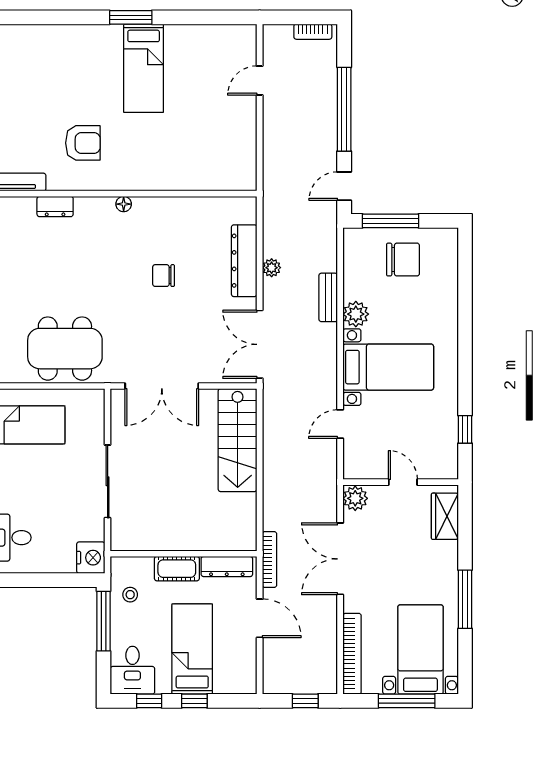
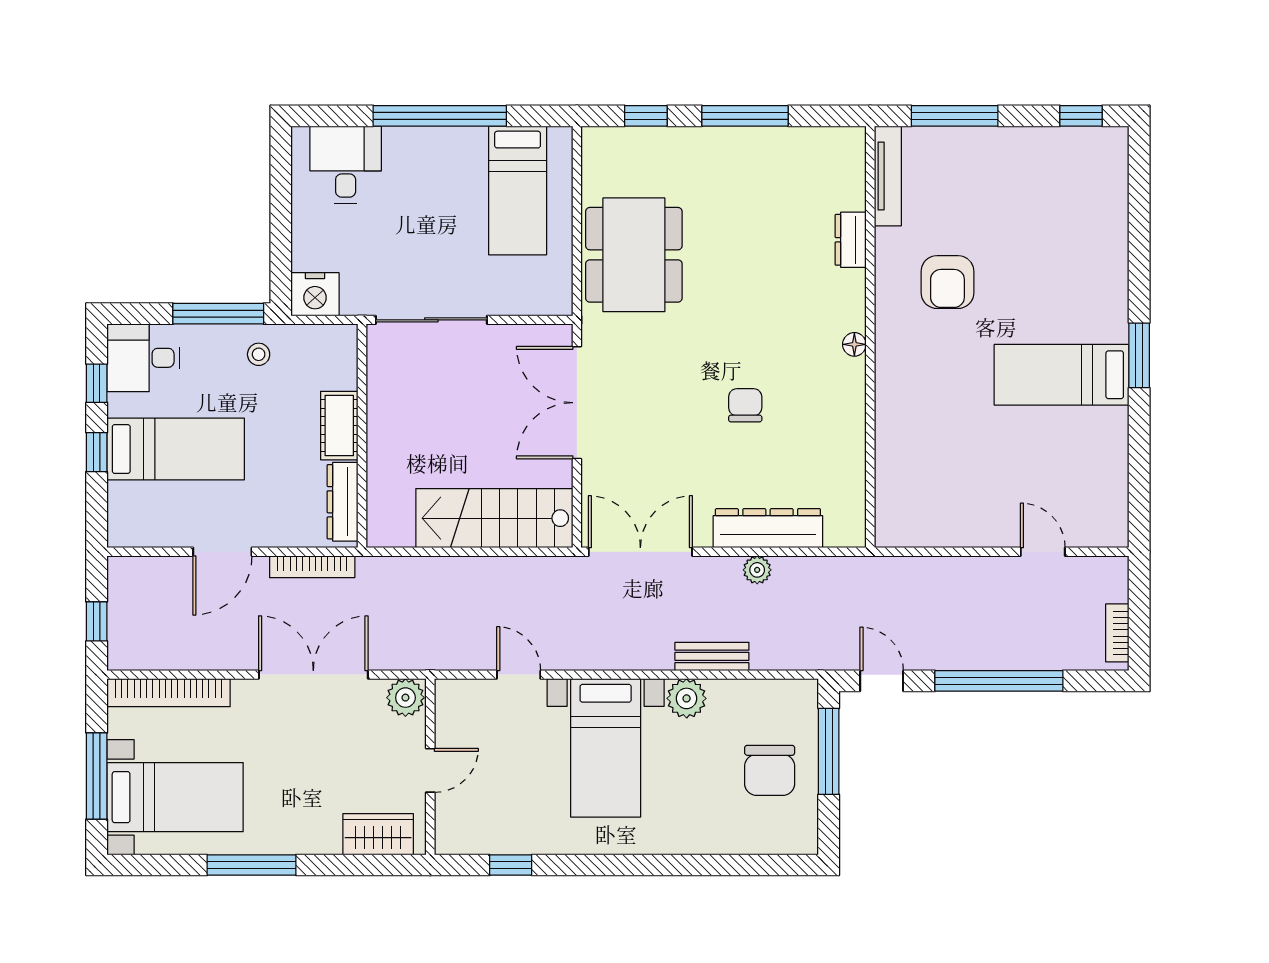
wall: (184, 554) -> (362, 436), moved
dresser: (227, 566) -> (342, 502), moved
cot: (177, 569) -> (339, 426), moved

